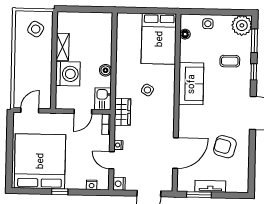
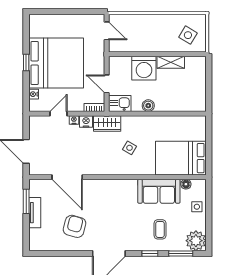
sofa: (191, 84) -> (159, 191), moved
bed: (40, 161) -> (56, 63), moved
nightstand: (119, 184) -> (86, 122), moved

